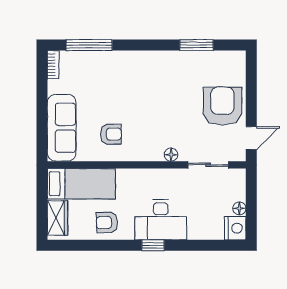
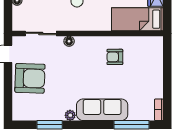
plant: (170, 57) -> (70, 115), added
armchair: (222, 106) -> (30, 78), turned -88
sofa: (62, 128) -> (102, 110), moved, turned 90

